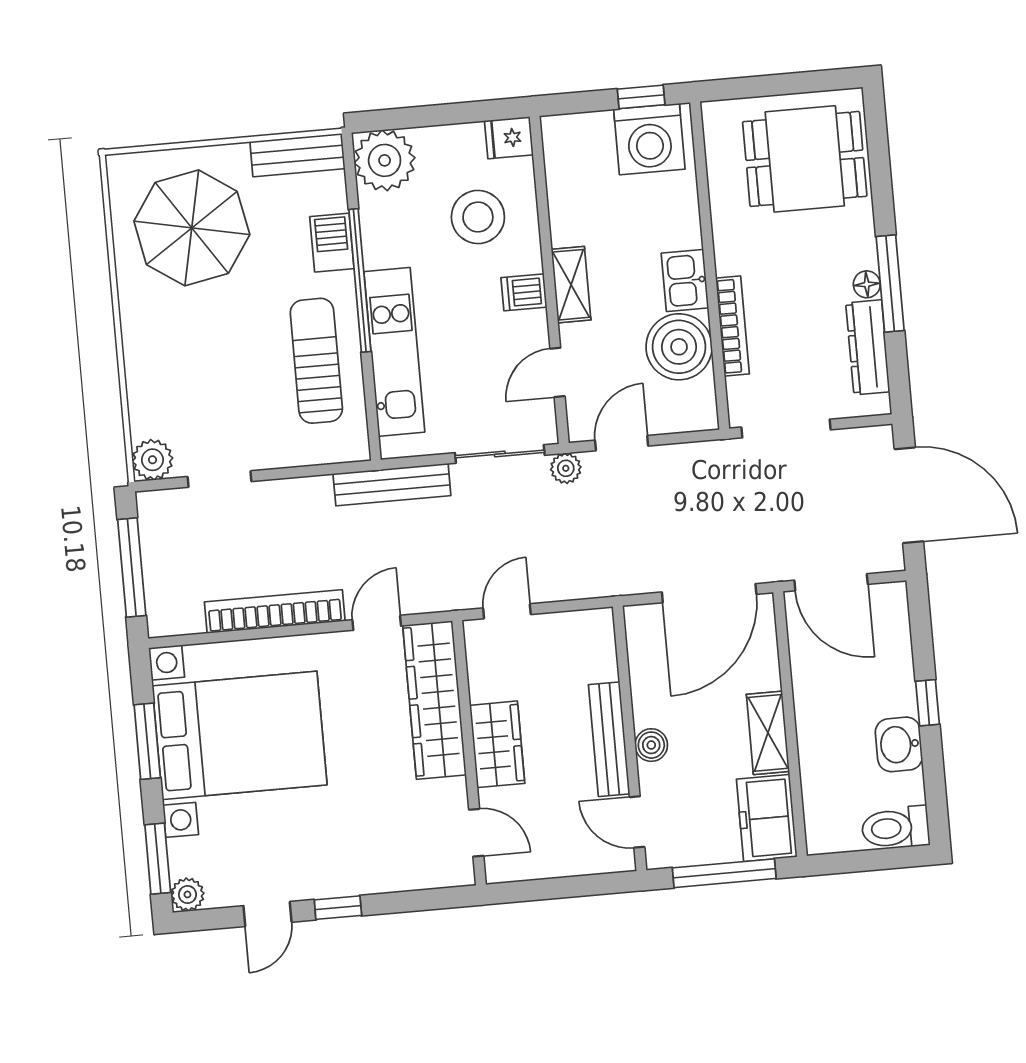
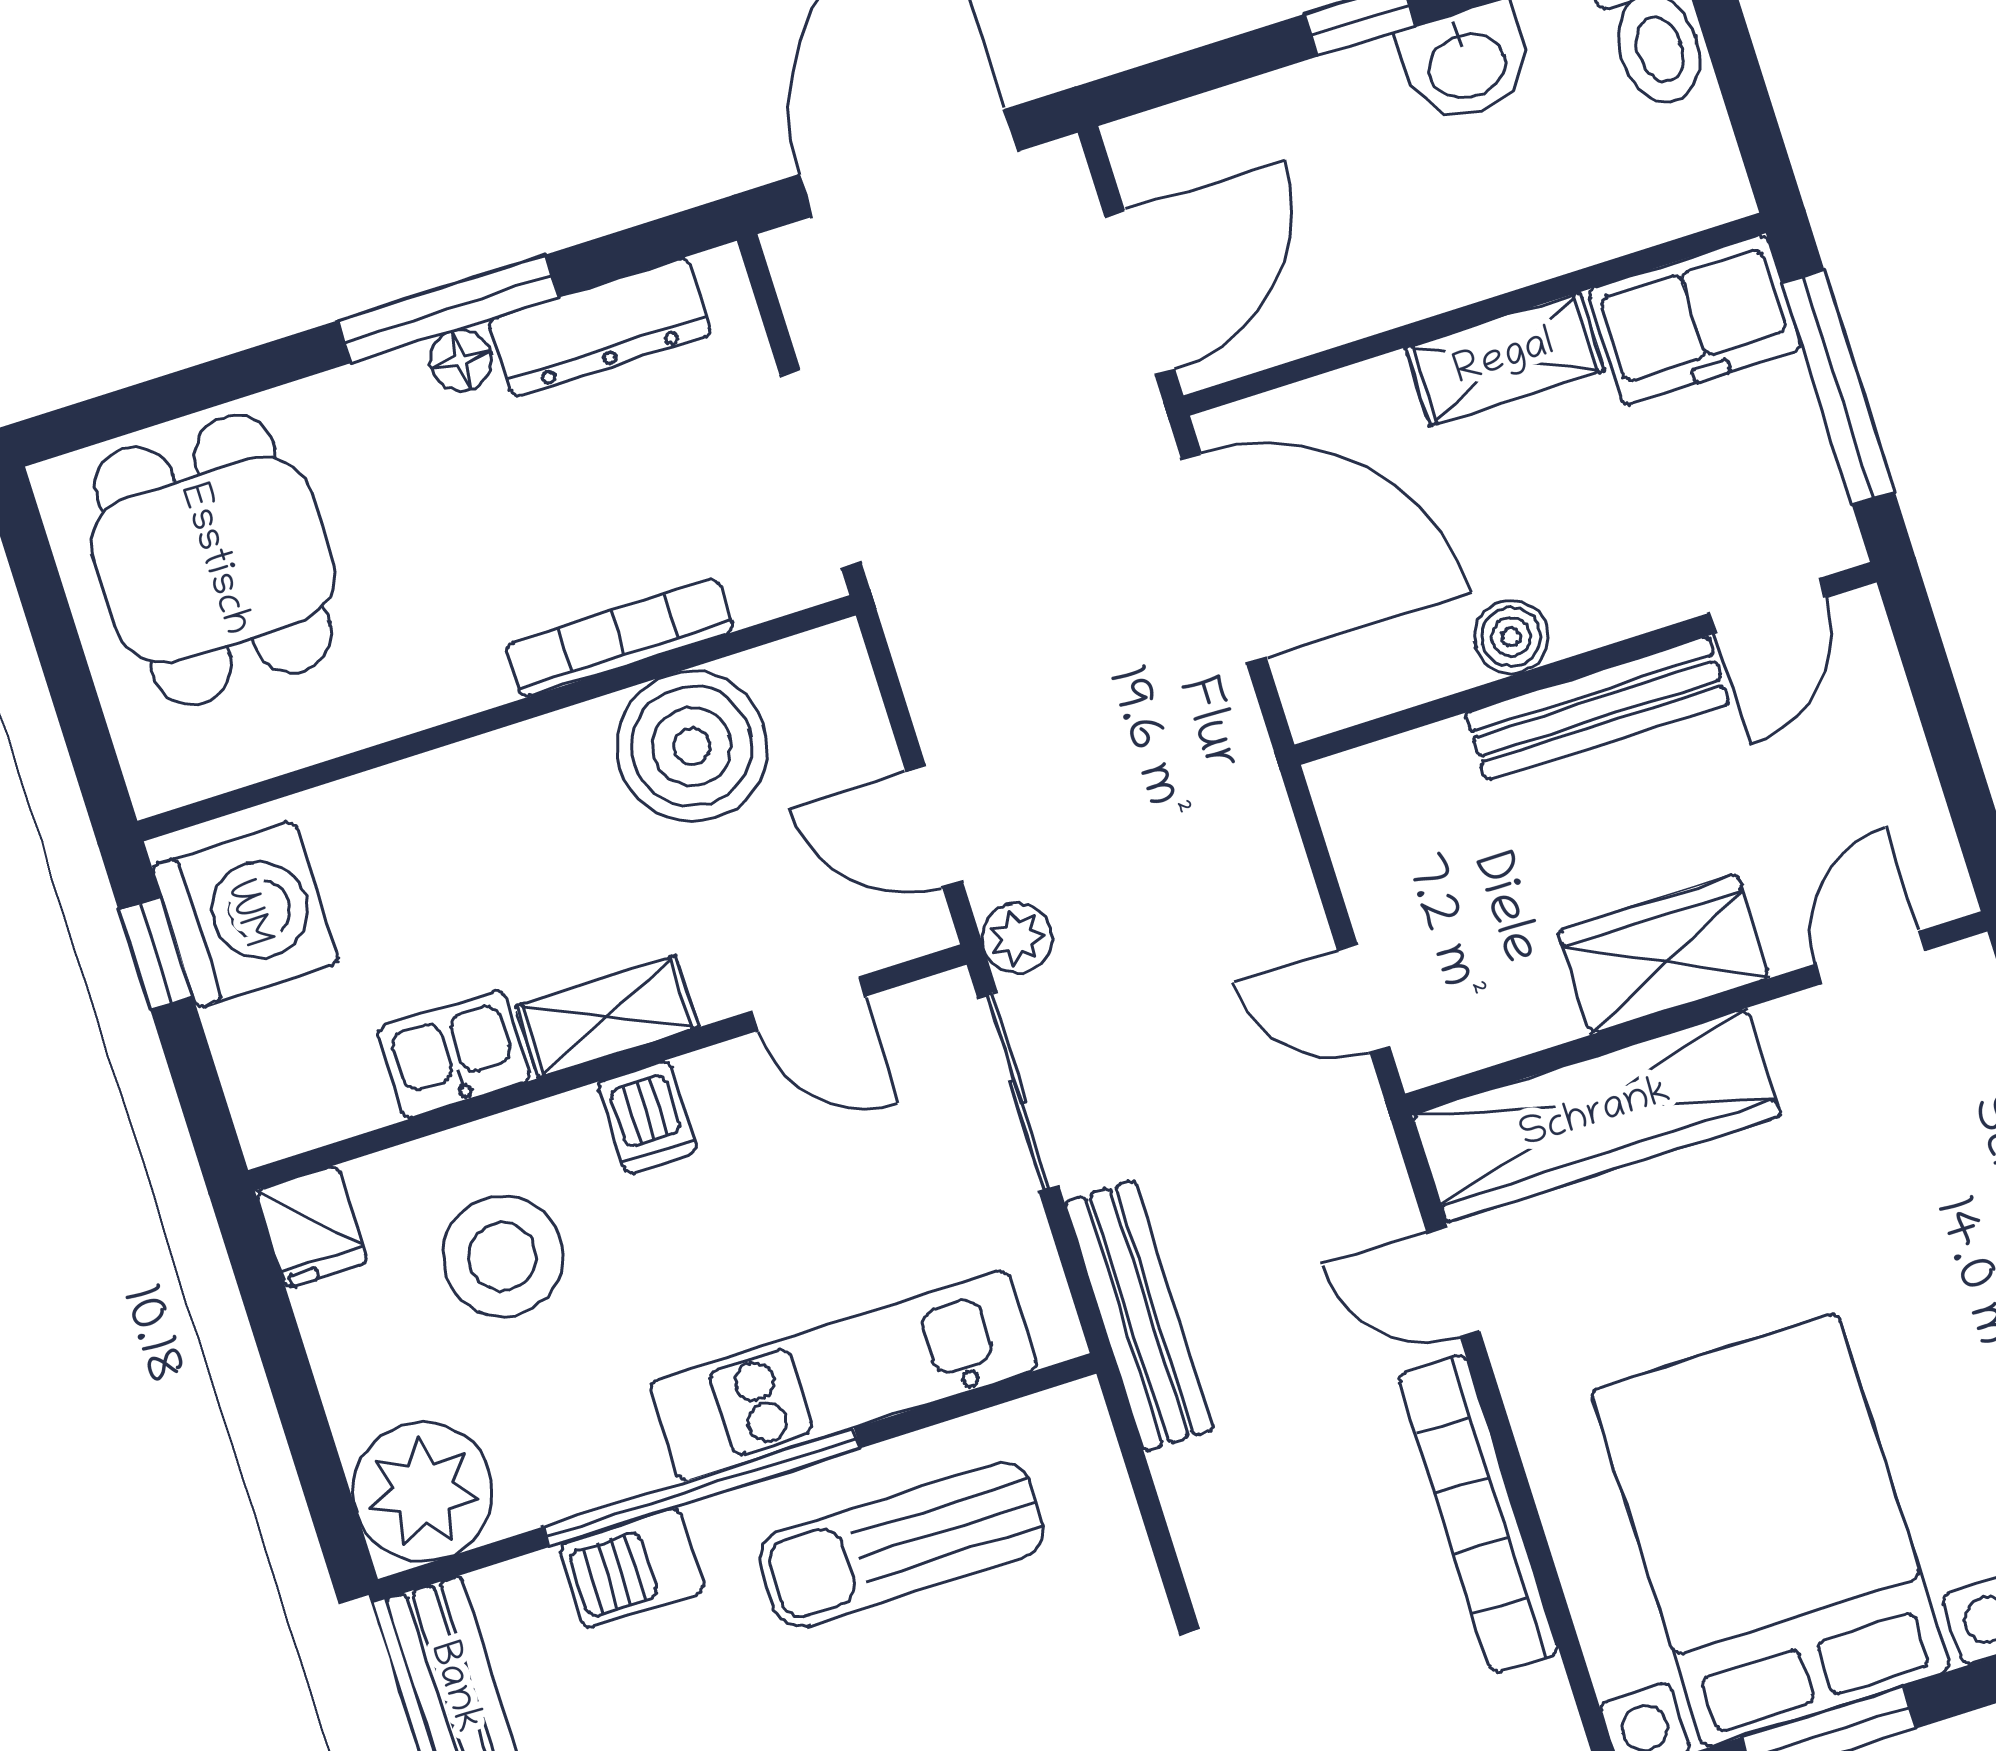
kitchen sink: (685, 281) -> (453, 1054), moved, turned 180
boiler: (651, 745) -> (1511, 637), moved

